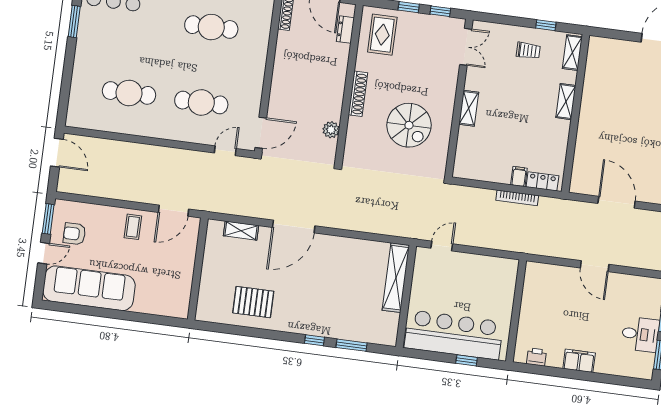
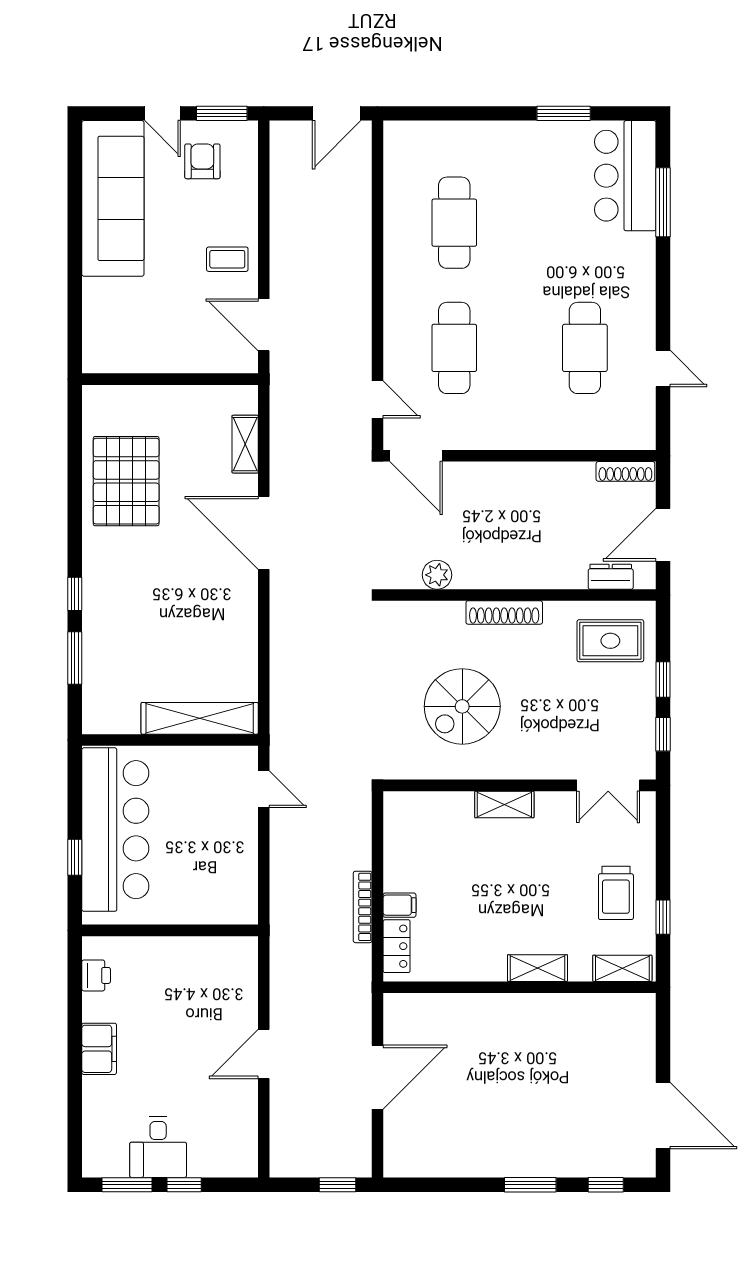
trolley: (528, 51) -> (616, 893), width x1.36, depth x1.39
pallet: (253, 302) -> (126, 481), width x1.37, depth x1.41

